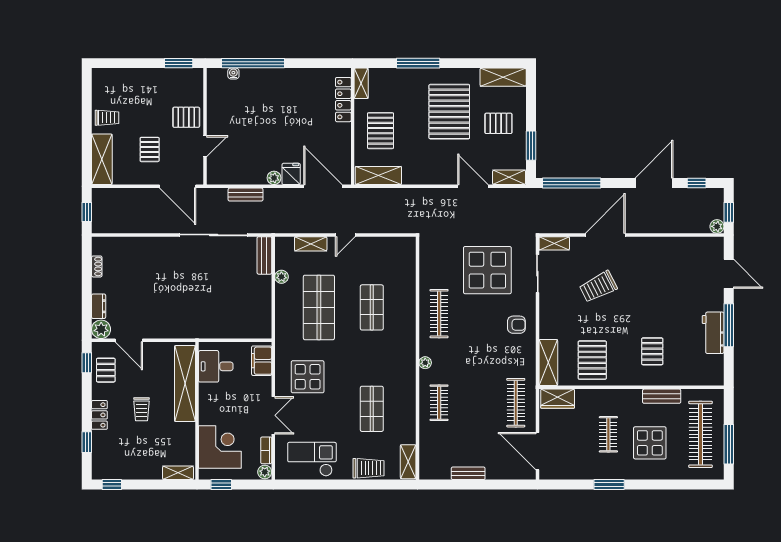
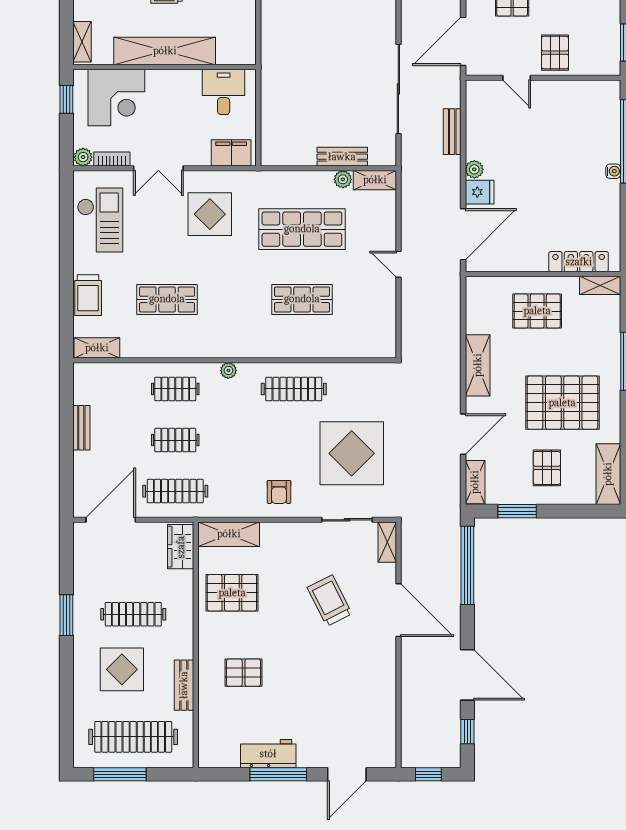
water cooler: (233, 74) -> (613, 171), moved
shelving: (378, 175) -> (478, 365), moved
plant: (717, 226) -> (410, 759), removed
shelving: (311, 244) -> (375, 180), moved, turned 90
bench: (264, 255) -> (342, 157), moved
shelving: (185, 384) -> (165, 51), moved
clothes rail: (477, 403) -> (175, 440), added
clothes rail: (608, 434) -> (133, 614), width x1.36

